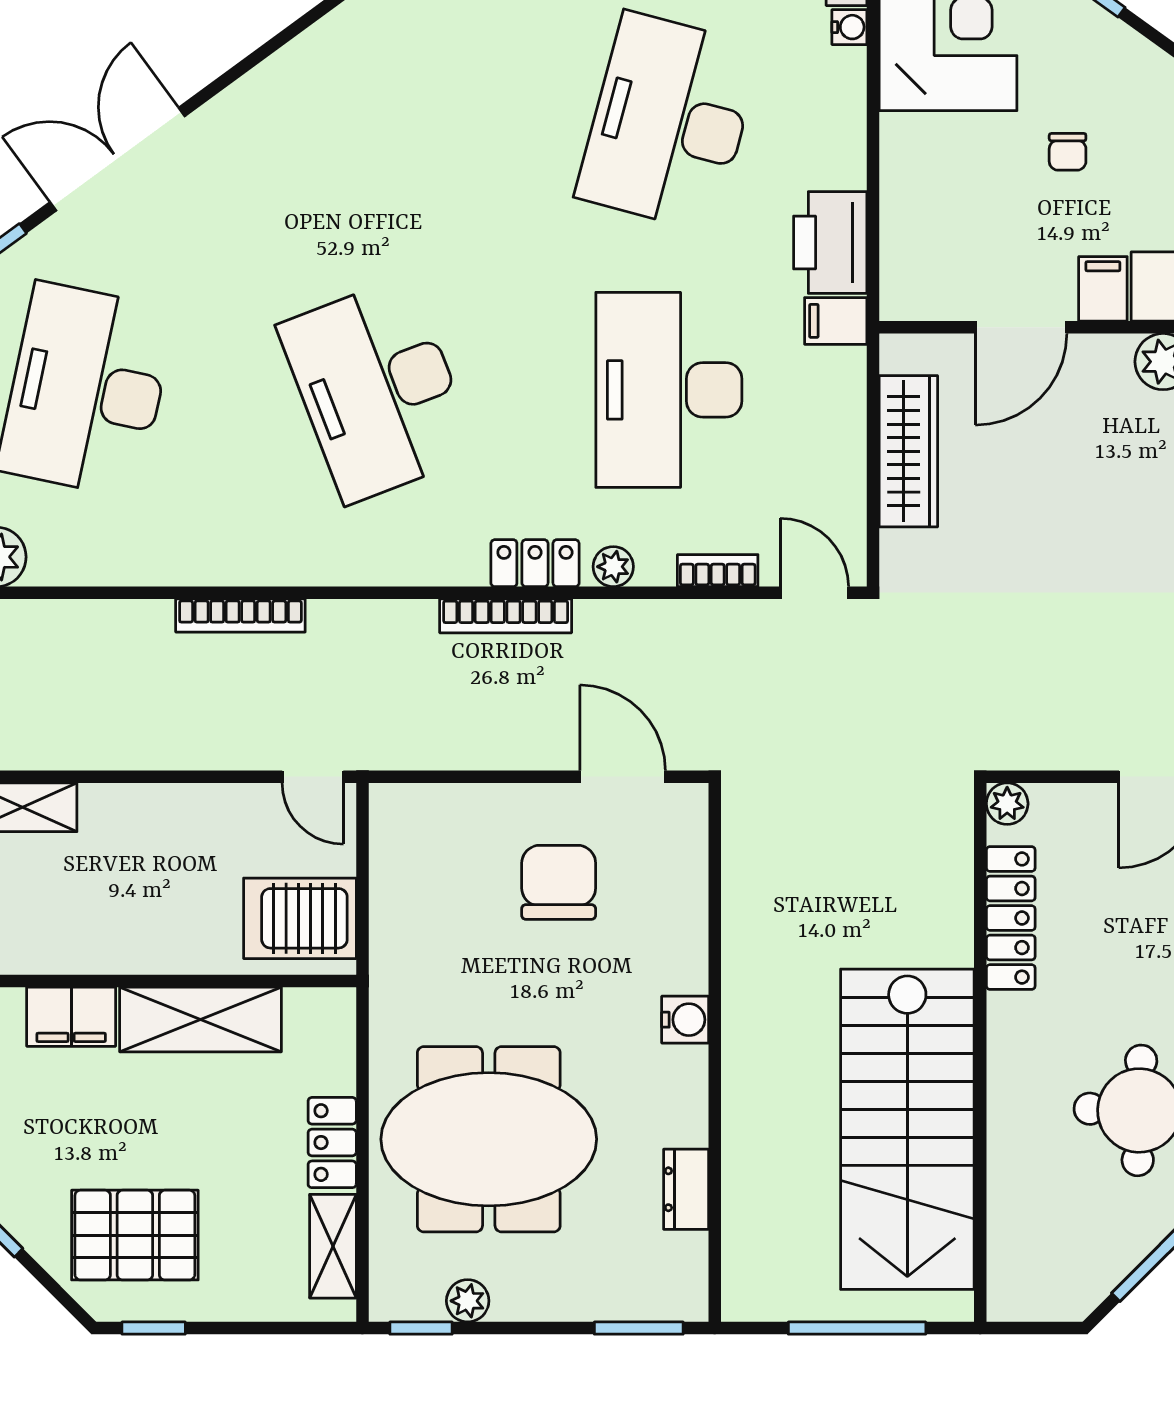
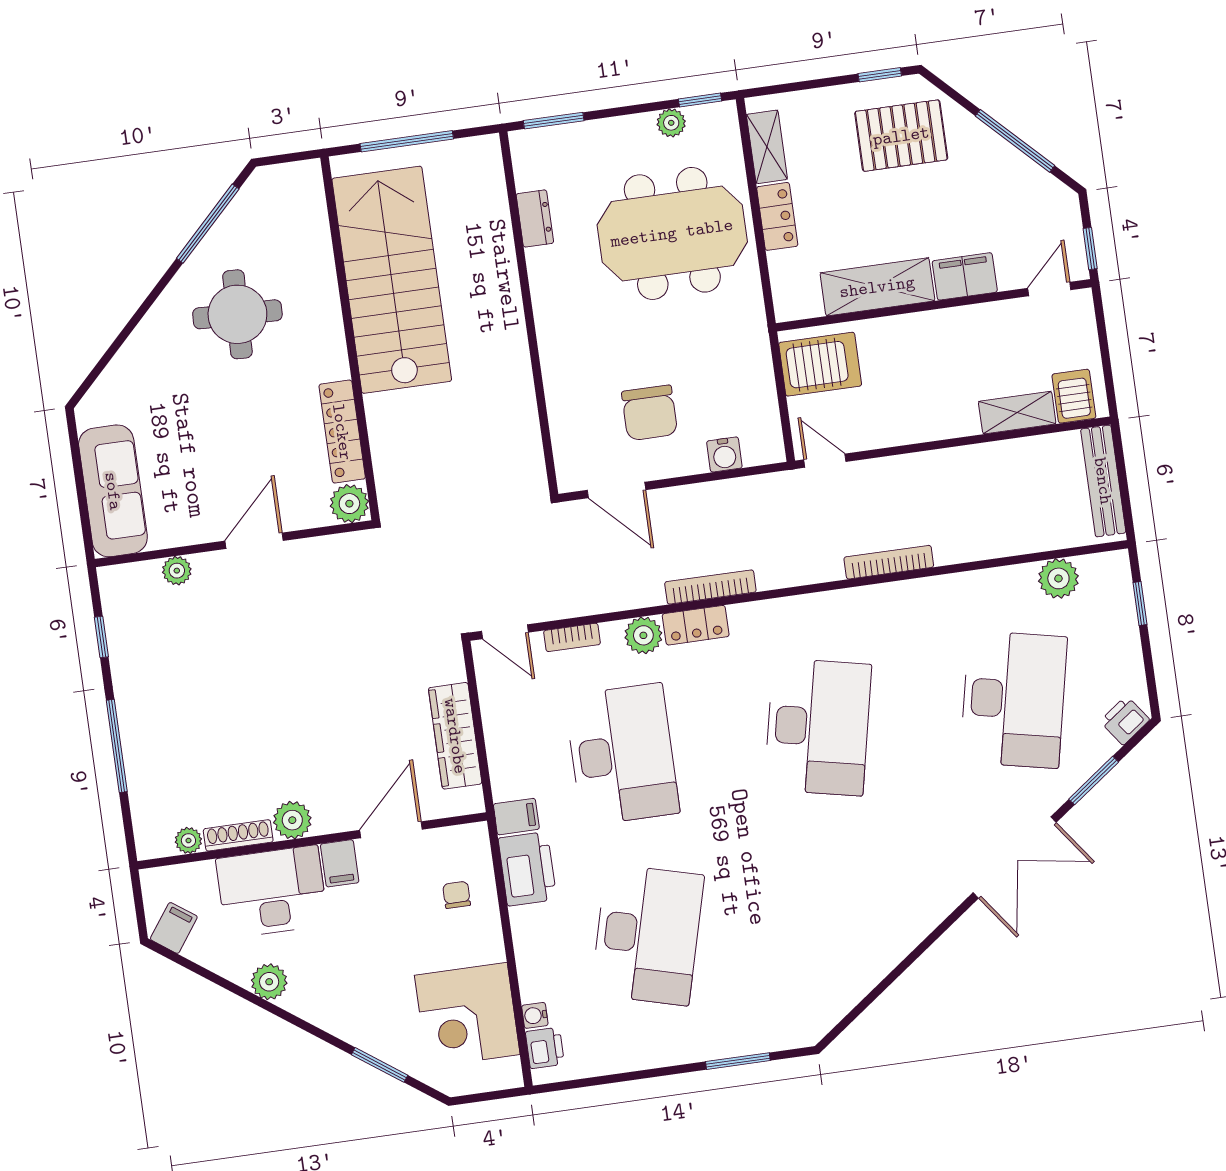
chair: (1068, 152) -> (457, 895), moved
desk: (378, 390) -> (818, 727), turned 33
plant: (613, 567) -> (643, 635), width x1.38, depth x1.38
plant: (1007, 804) -> (349, 504), width x1.38, depth x1.38
water cooler: (685, 1020) -> (724, 454), moved, turned -90

